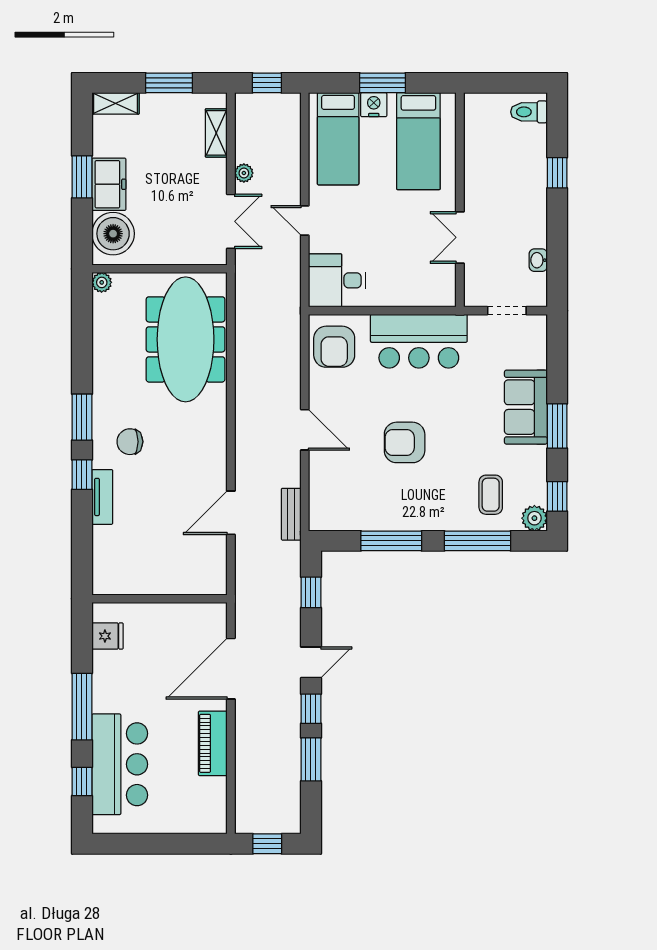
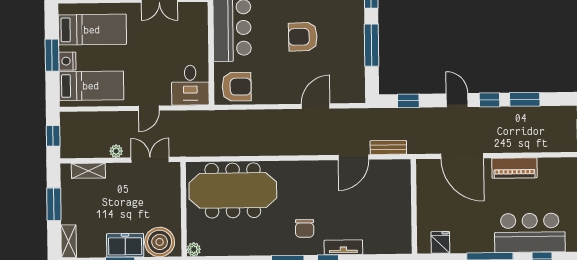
door: (305, 430) -> (316, 106), moved
armchair: (405, 442) -> (303, 37), turned 89
door: (231, 513) -> (353, 157), hinge flipped
bench: (291, 514) -> (388, 147), moved

